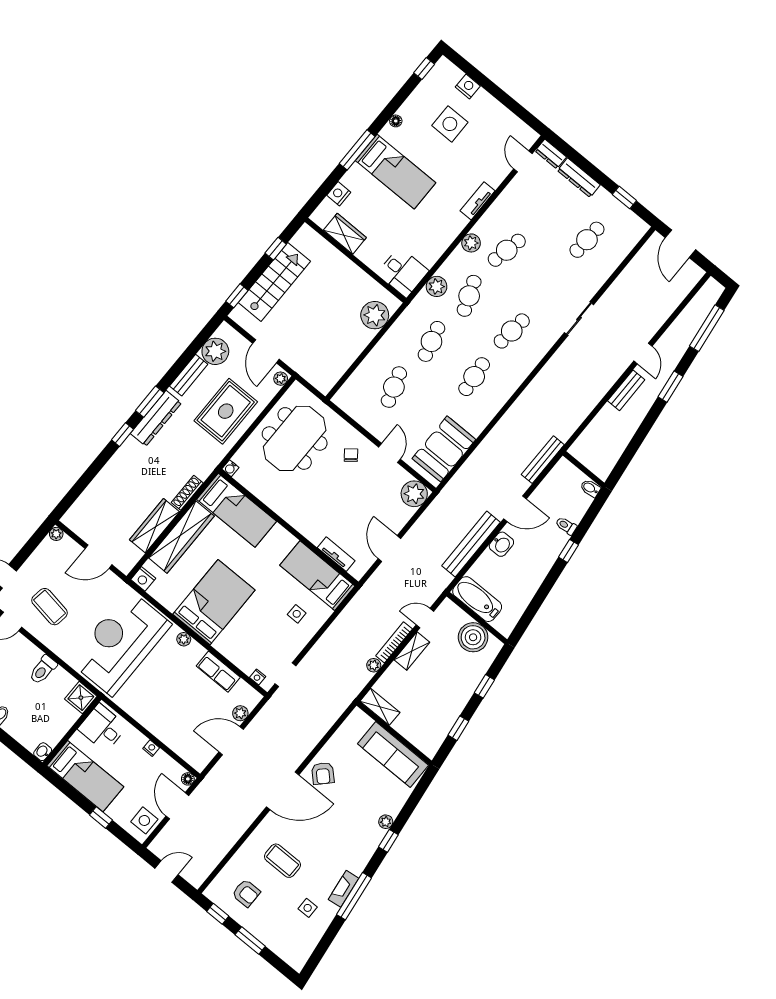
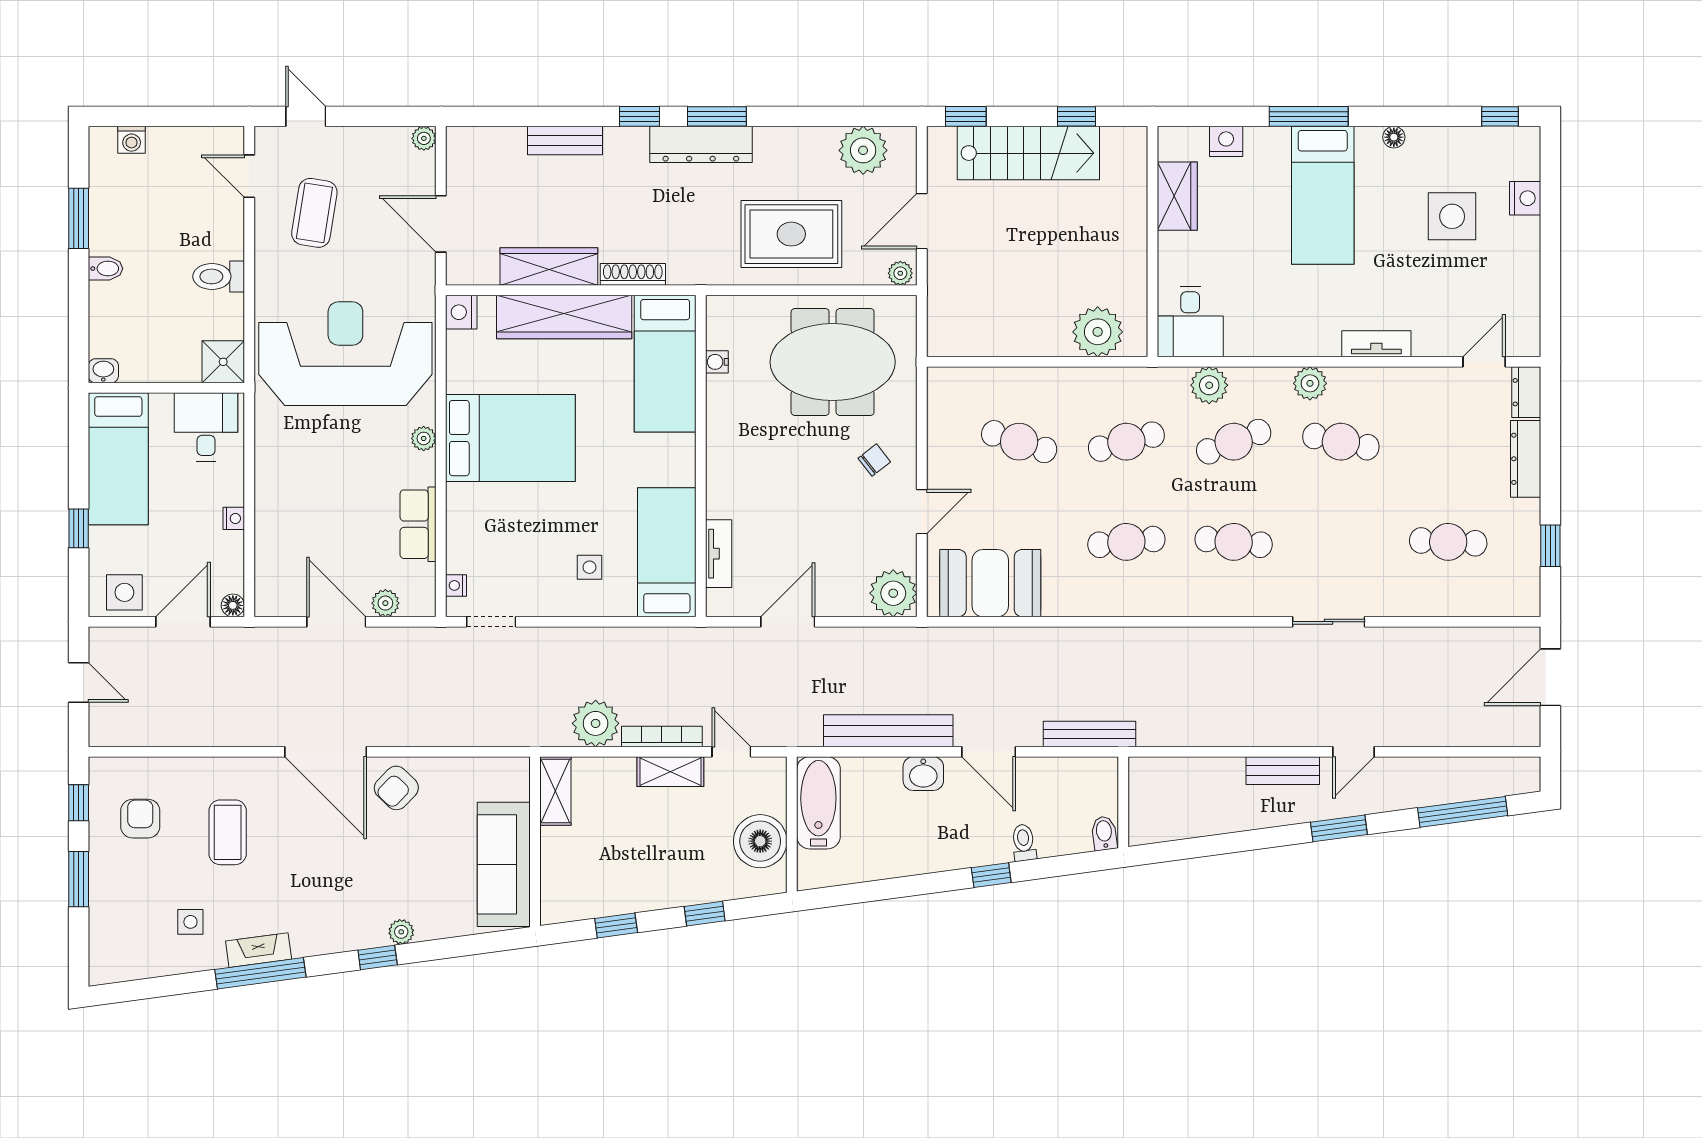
bench: (189, 375) -> (565, 141), moved
cafe table: (394, 387) -> (1019, 442), turned 36
water cooler: (230, 468) -> (717, 362), moved
plant: (374, 665) -> (596, 723), width x1.88, depth x1.88
armchair: (246, 893) -> (140, 819), turned 180

